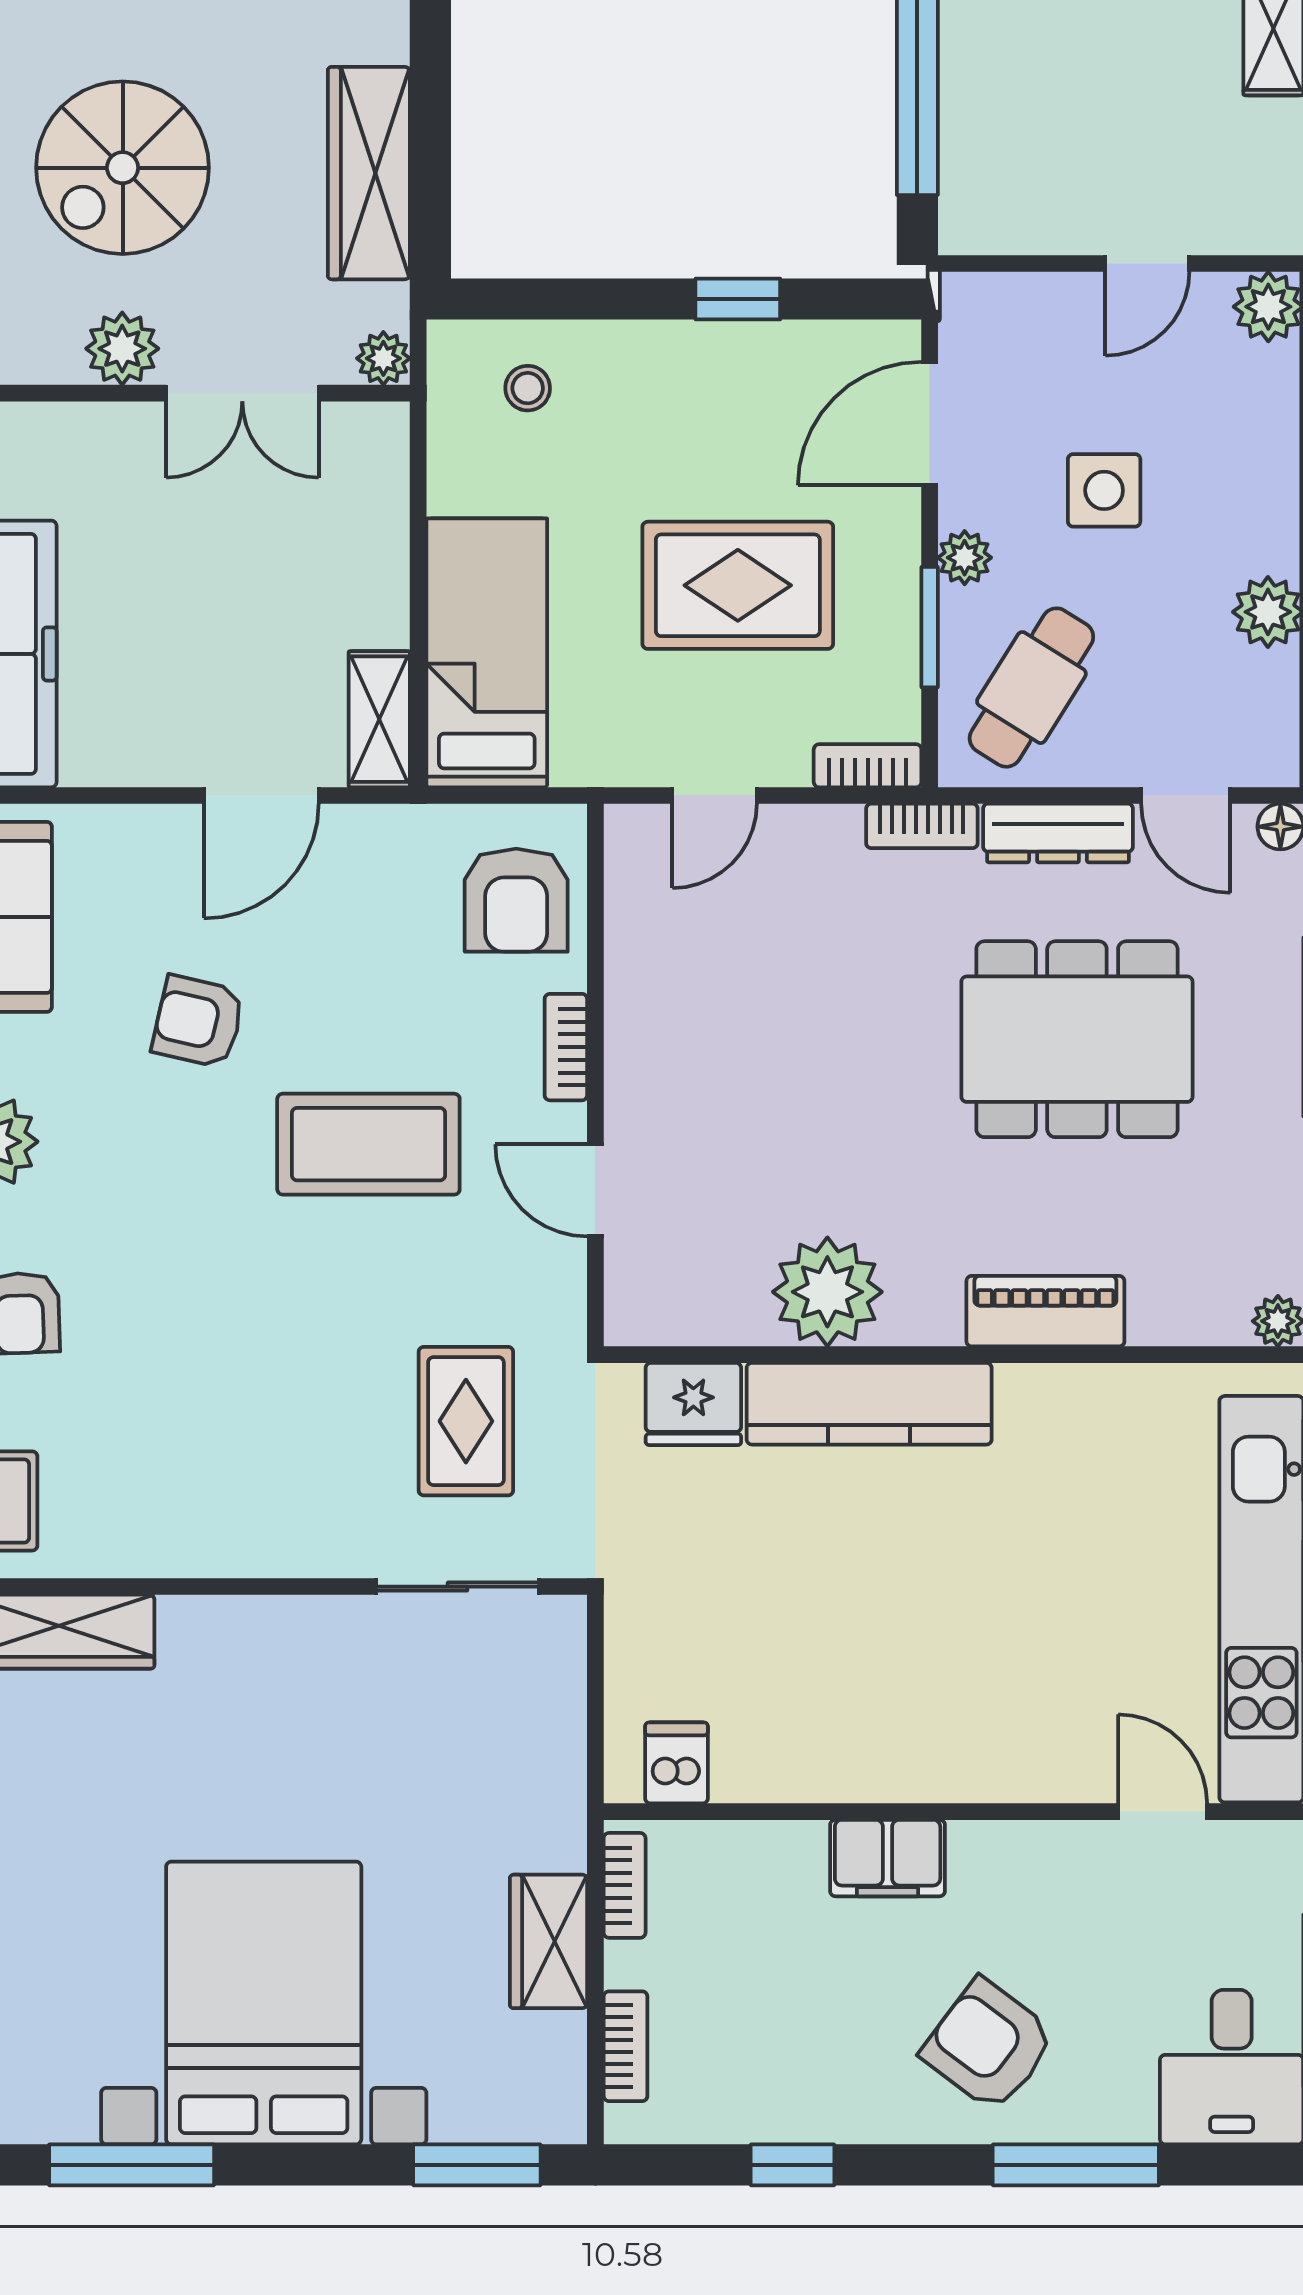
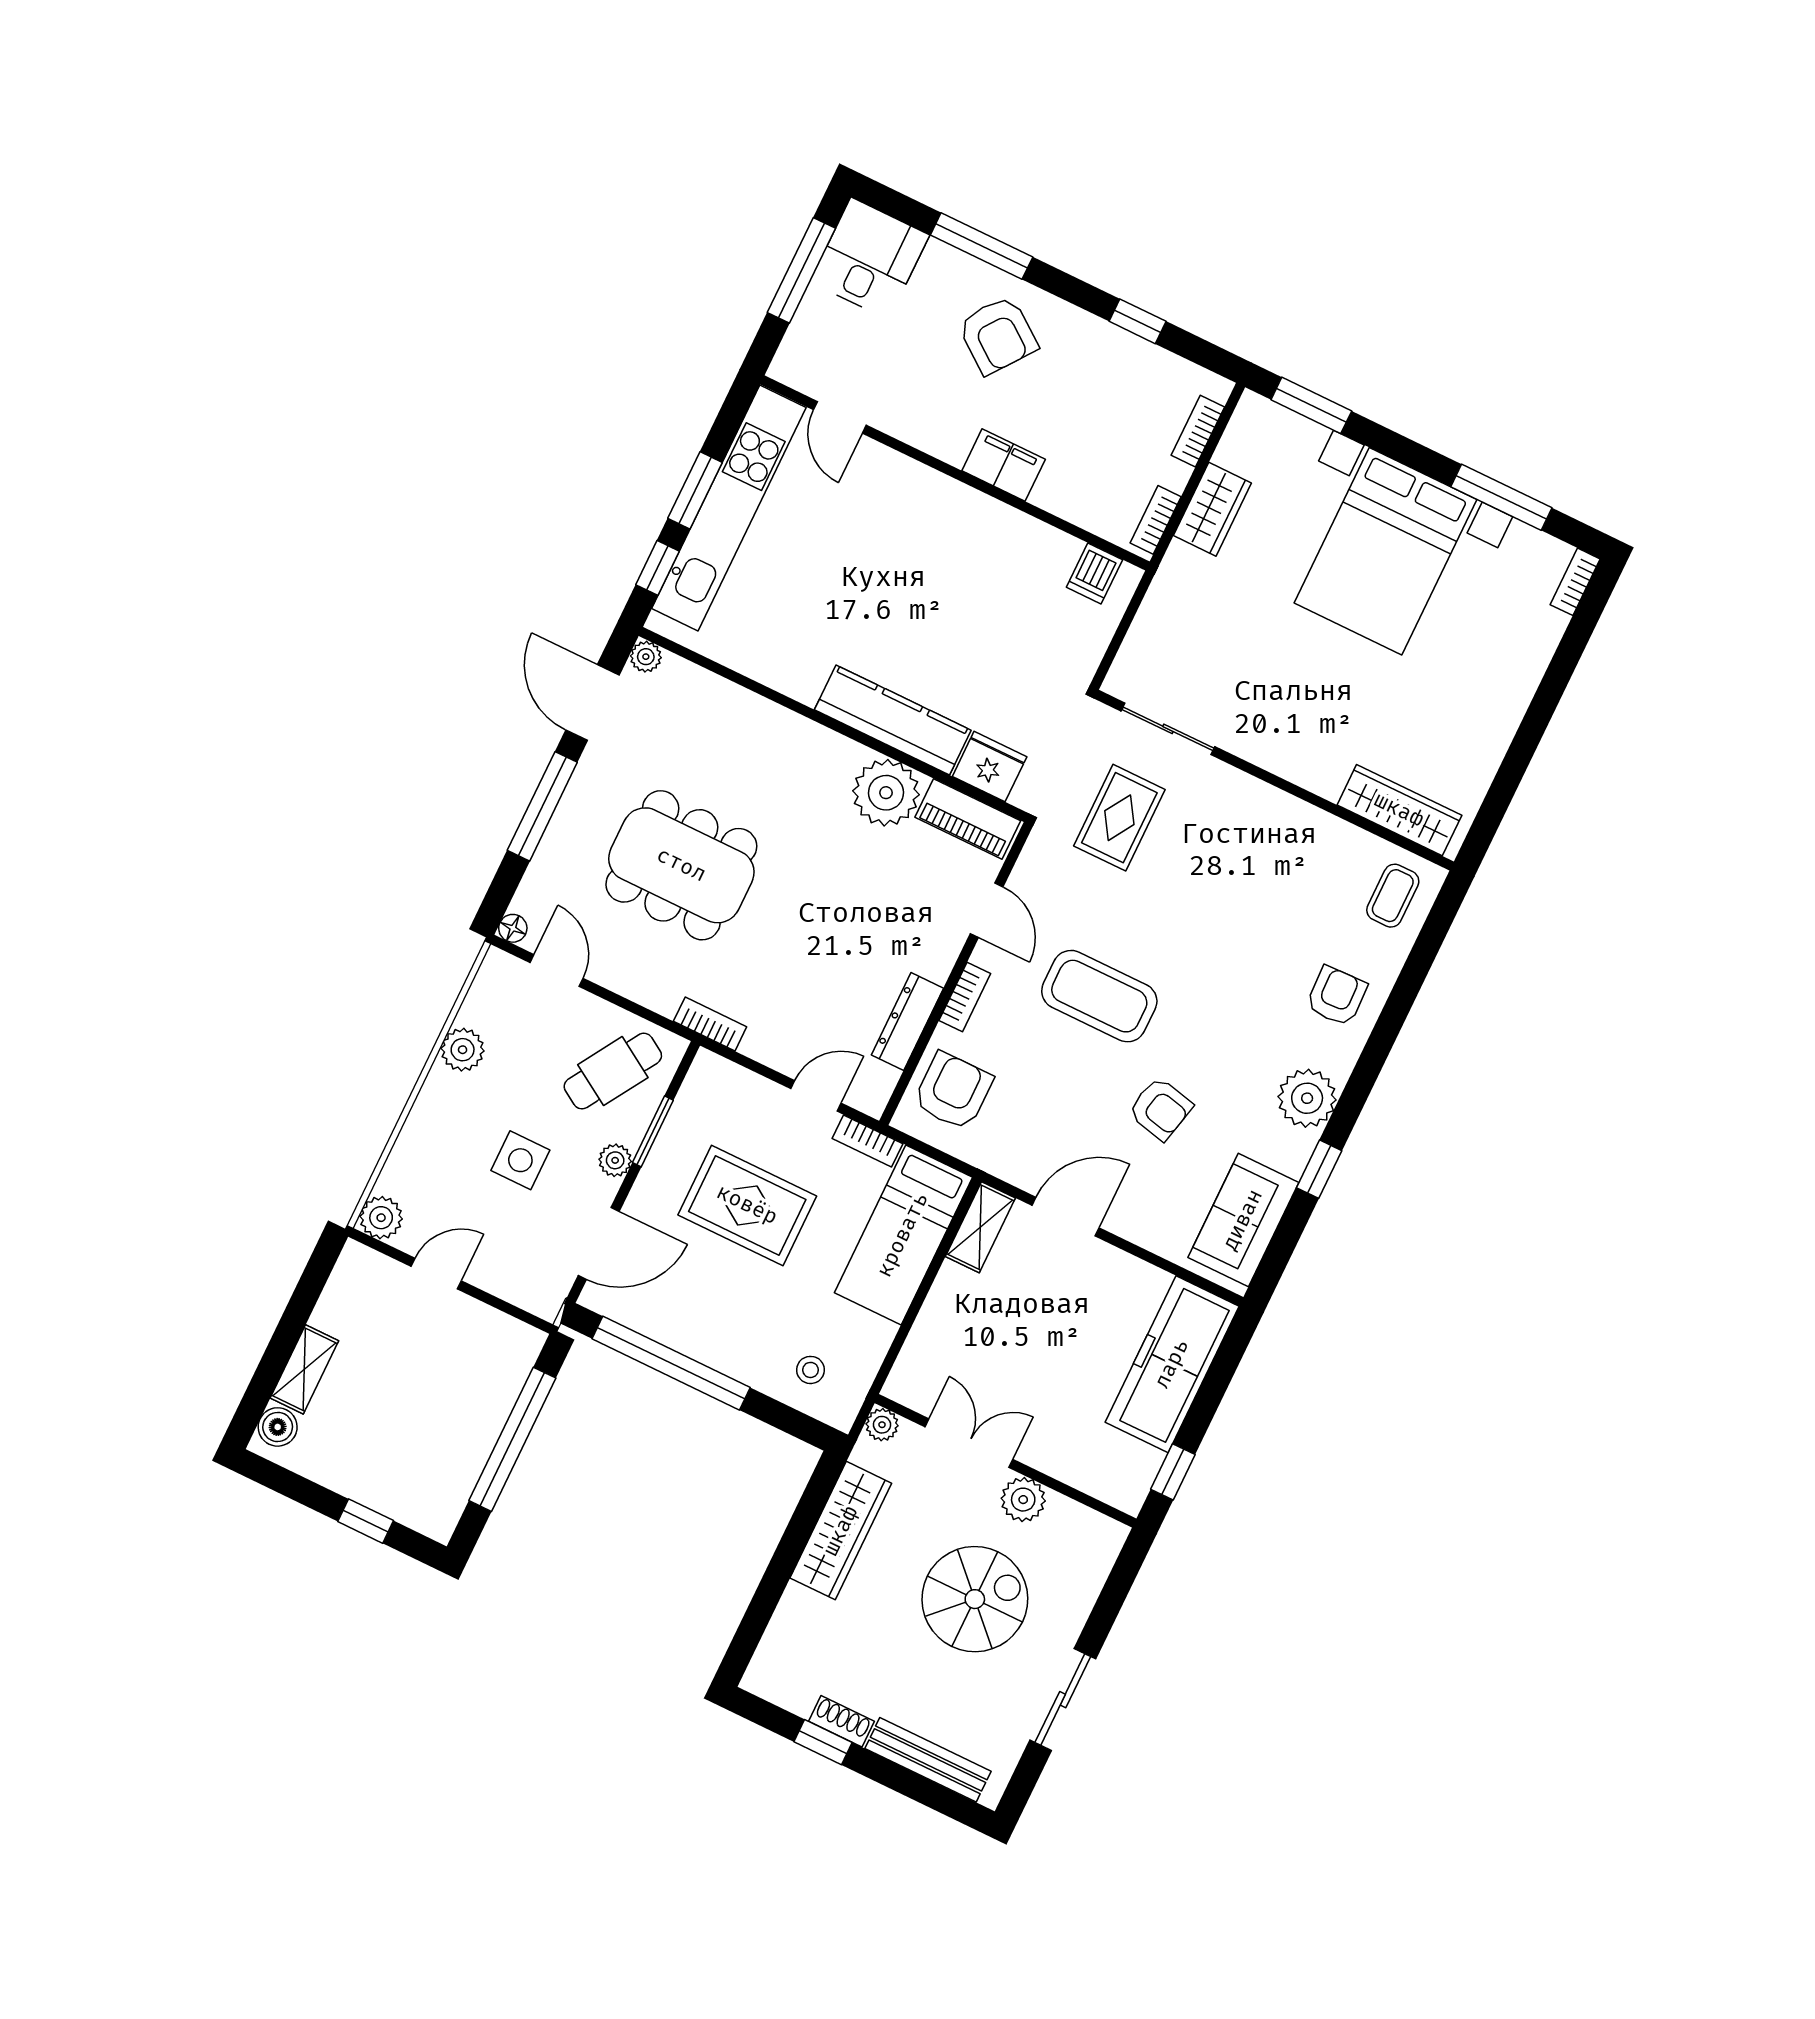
window: (738, 299) -> (671, 1363), width x3.17
bookcase: (868, 766) -> (868, 1141), moved
dresser: (1058, 833) -> (907, 1022), moved, turned -90
piano: (1045, 1311) -> (968, 819), moved

